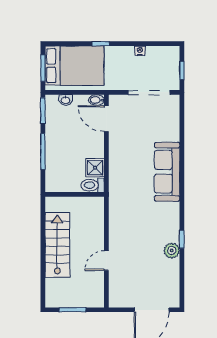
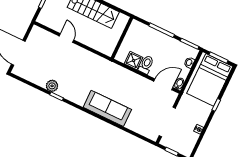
toilet: (93, 185) -> (146, 65), moved

